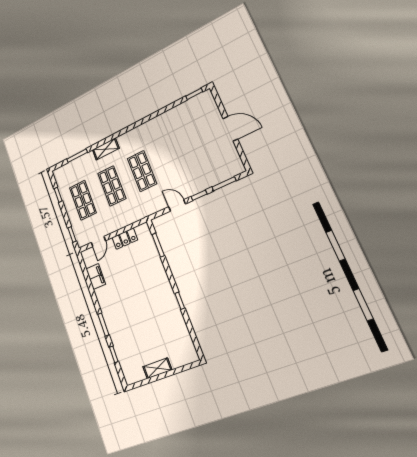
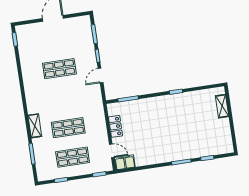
shop shelf: (142, 171) -> (59, 69), moved
filing cabinet: (96, 277) -> (125, 162), moved
shelving: (157, 368) -> (222, 106), moved

